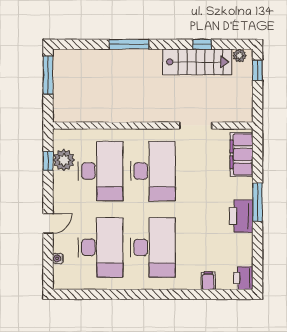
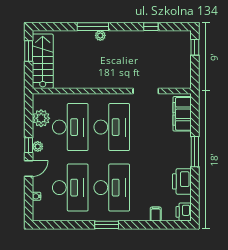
plant: (240, 56) -> (100, 35), moved
stairs: (197, 62) -> (43, 61), moved, turned -90
window: (48, 75) -> (29, 51), width x0.69
window: (48, 161) -> (29, 145), moved
plant: (59, 196) -> (38, 146), added
printer: (241, 216) -> (182, 181), moved
window: (146, 294) -> (107, 225), added

